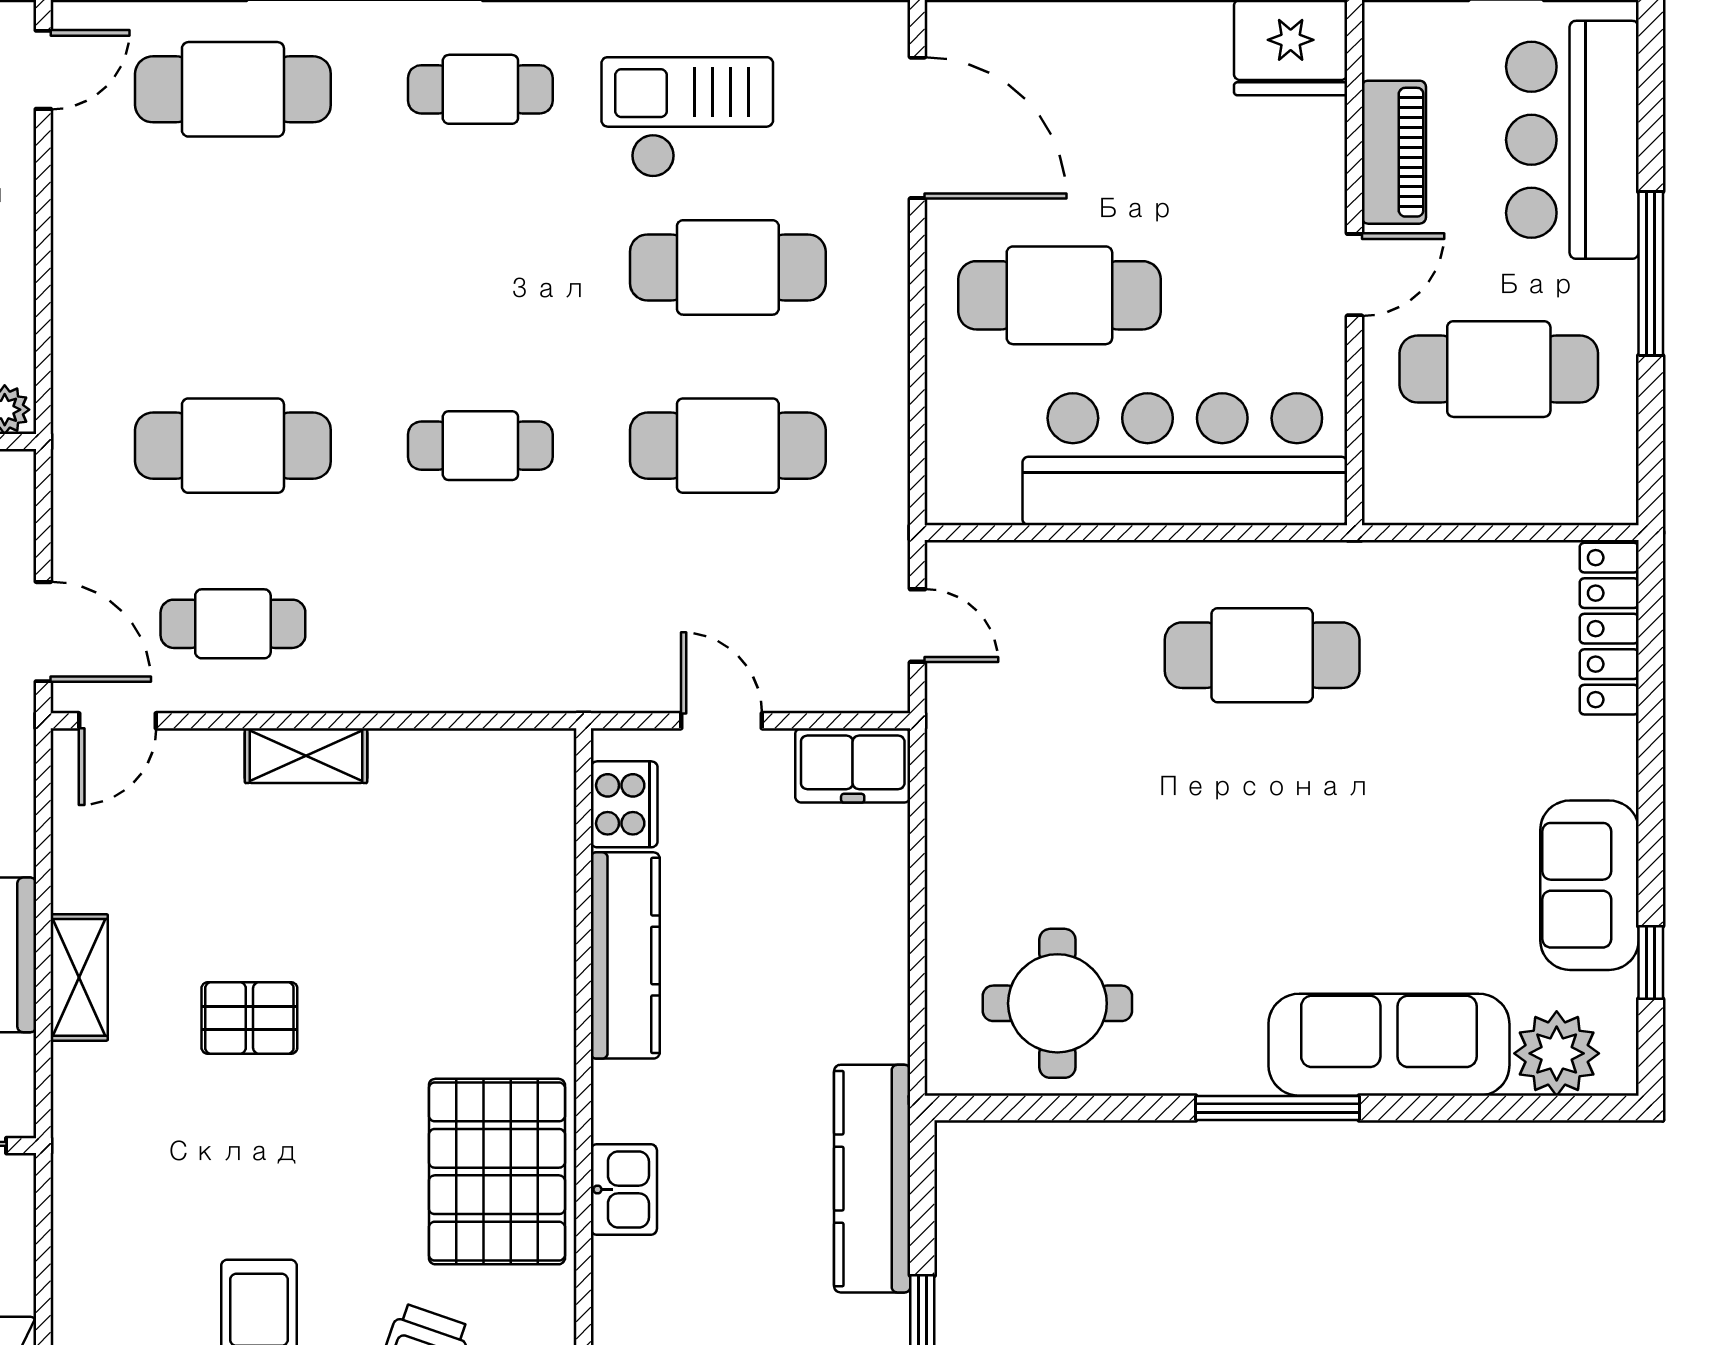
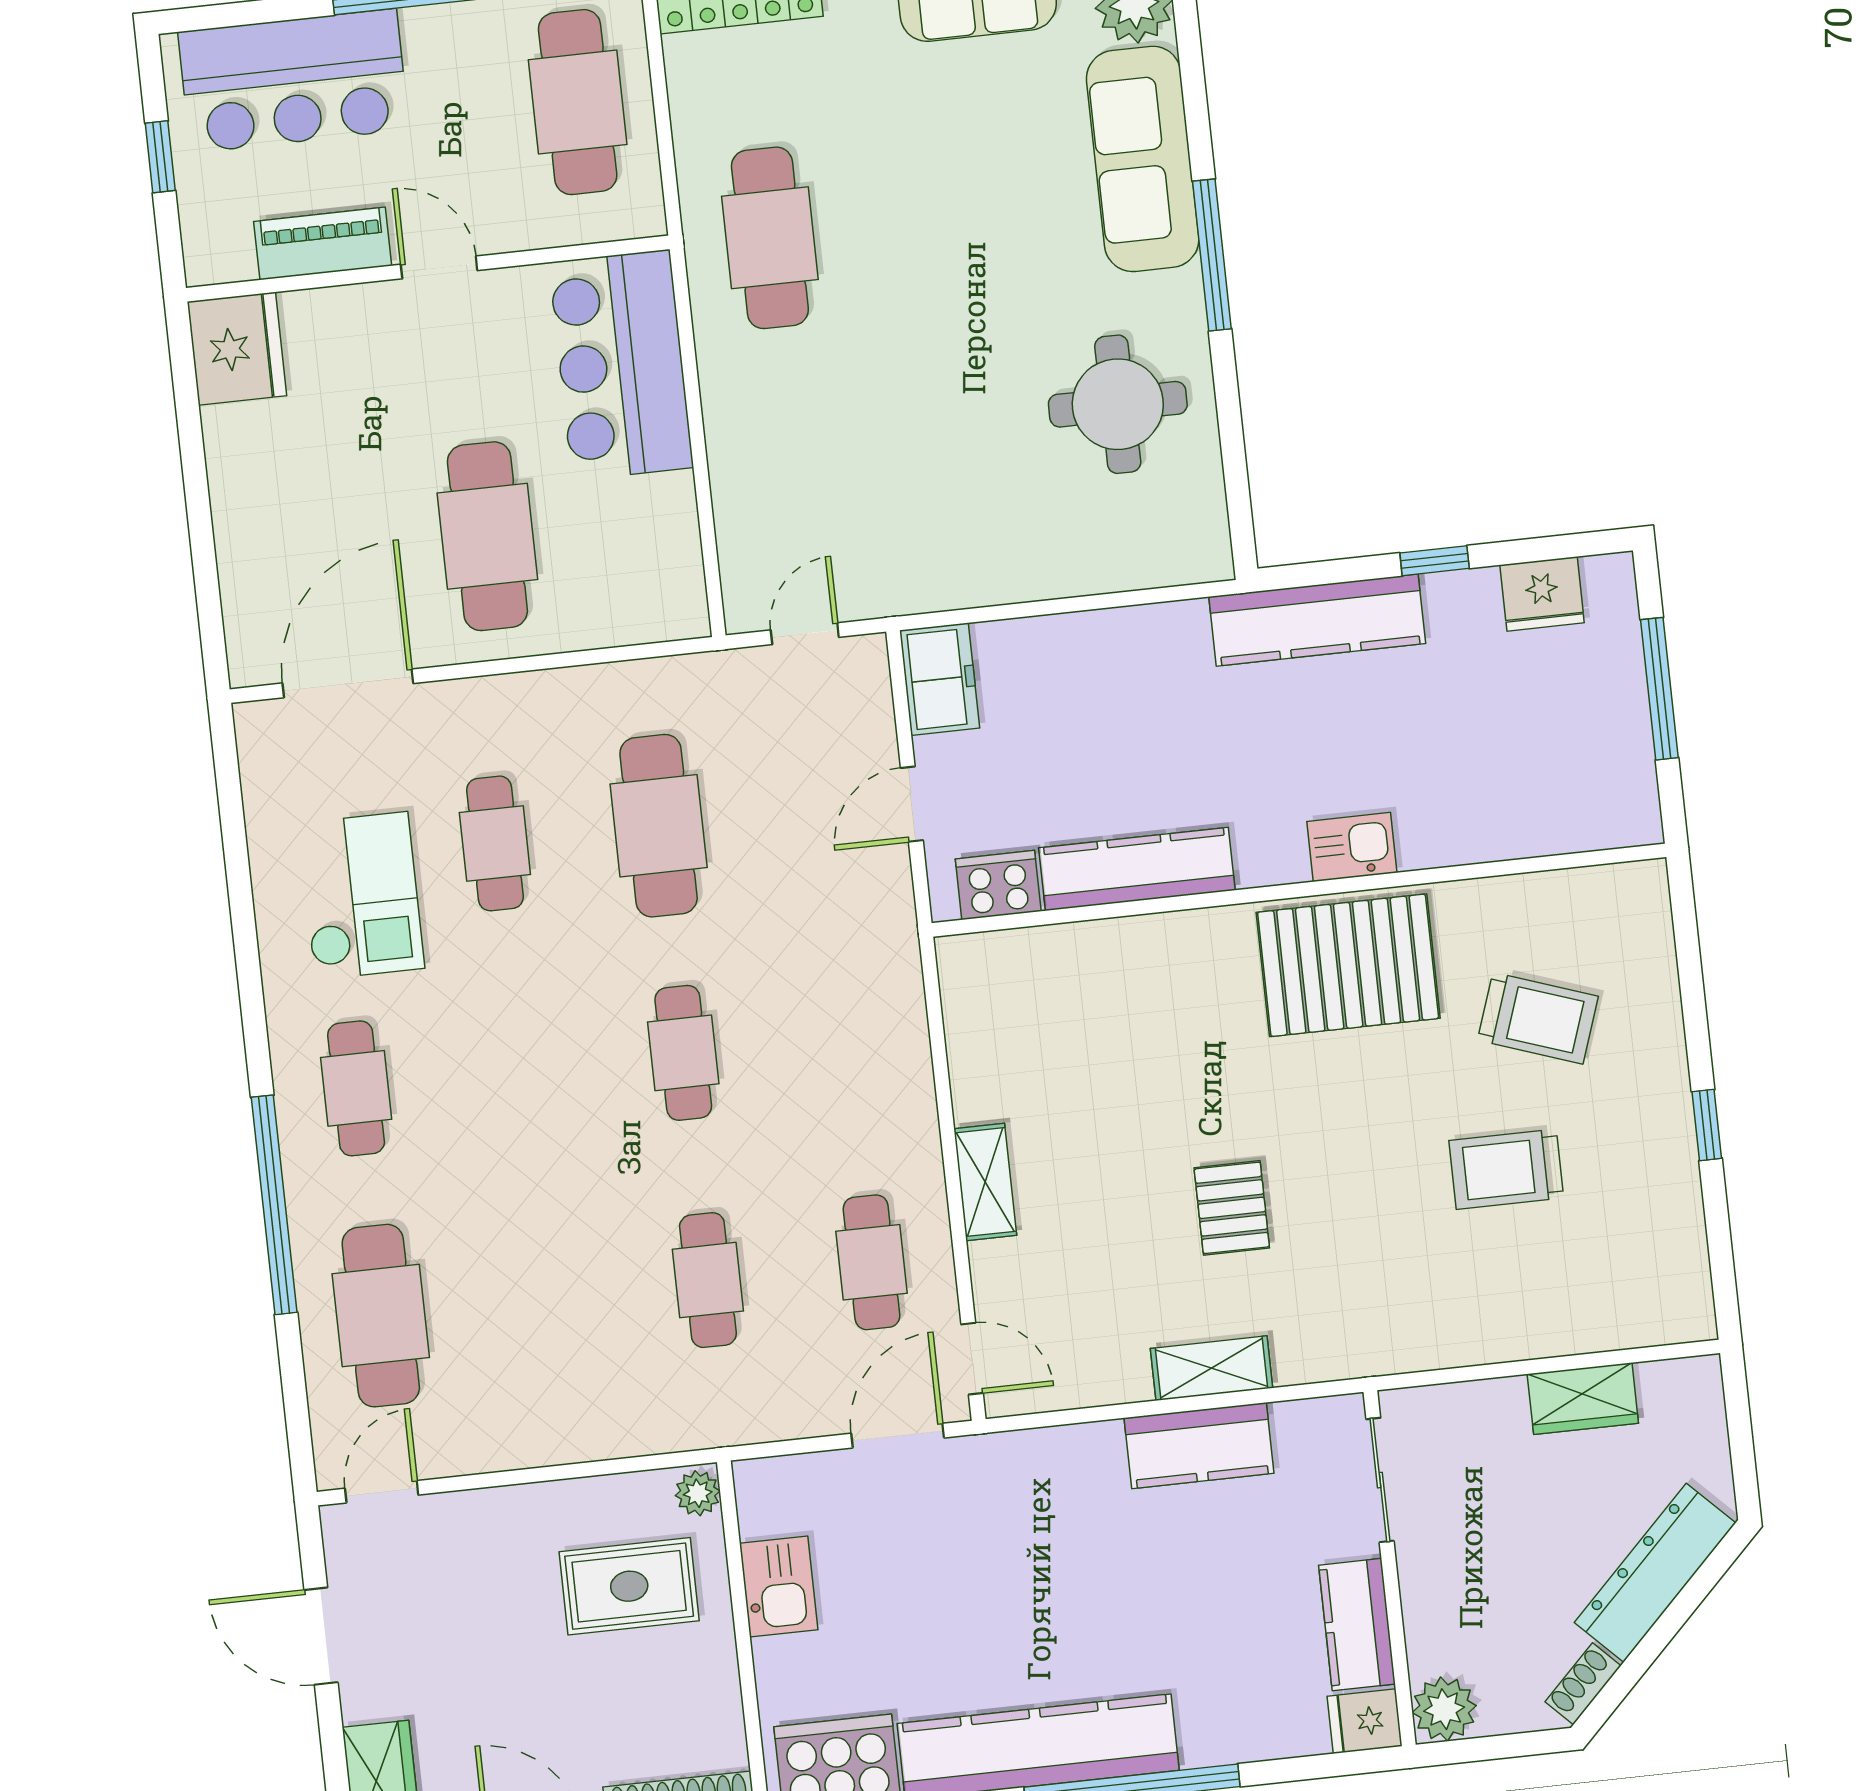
door: (43, 70) -> (382, 1492), hinge flipped
checkout: (687, 117) -> (361, 896), turned 180
cafe table: (728, 267) -> (495, 843), width x0.73, depth x0.74
cafe table: (1499, 369) -> (578, 102), moved
cafe table: (233, 446) -> (708, 1280), width x0.73, depth x0.74
bar counter: (1185, 459) -> (621, 365), width x0.73
cafe table: (1262, 655) -> (770, 238), moved
round table: (1057, 1003) -> (1118, 404), moved

